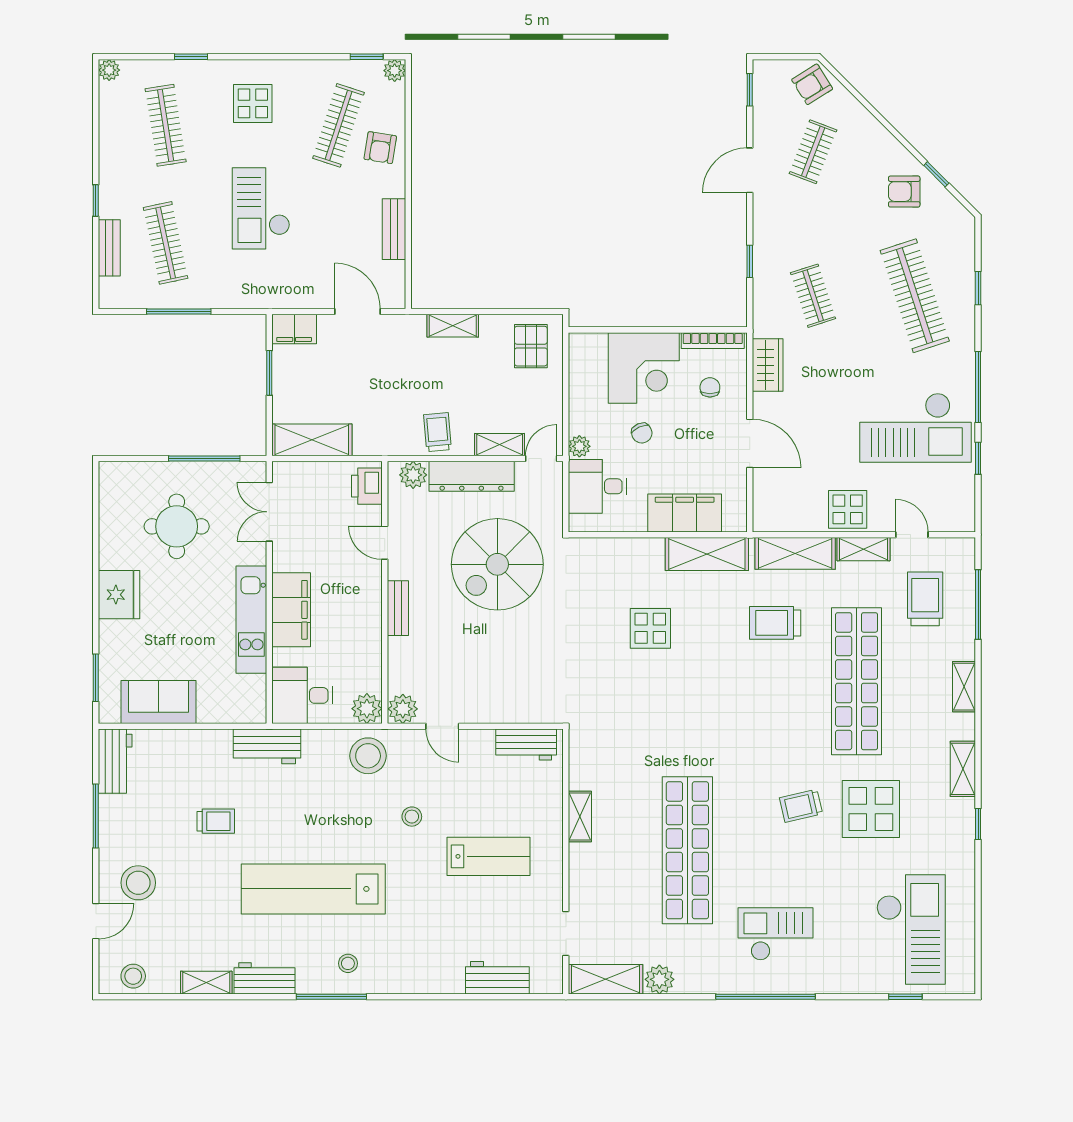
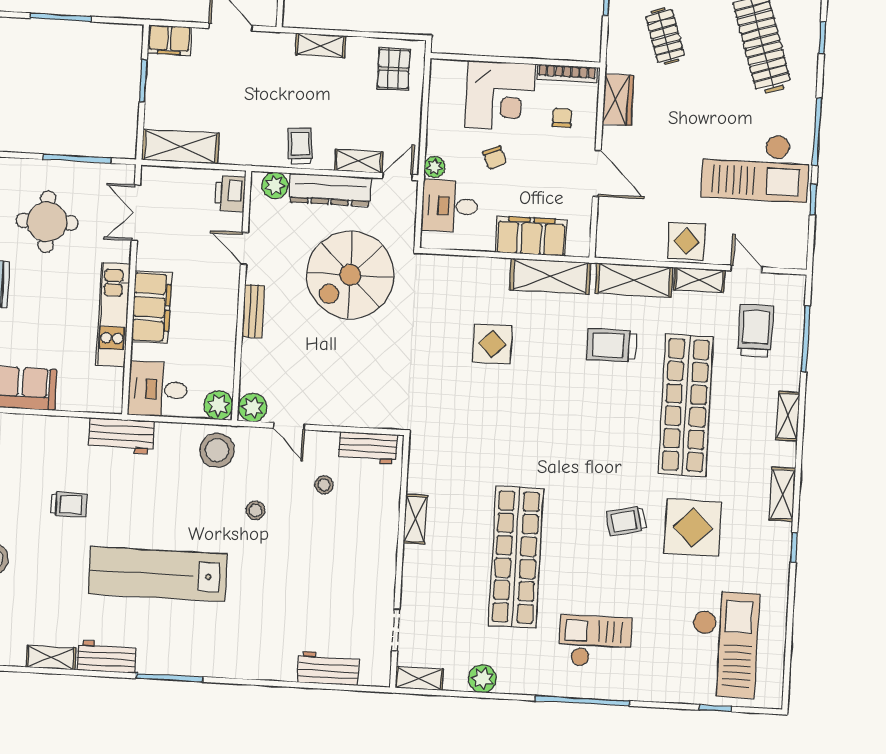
lab bench: (489, 856) -> (326, 552), removed
stool: (348, 963) -> (324, 485), moved
shelving: (606, 979) -> (419, 678), width x0.67, depth x0.75

